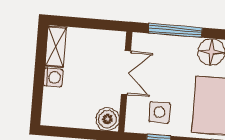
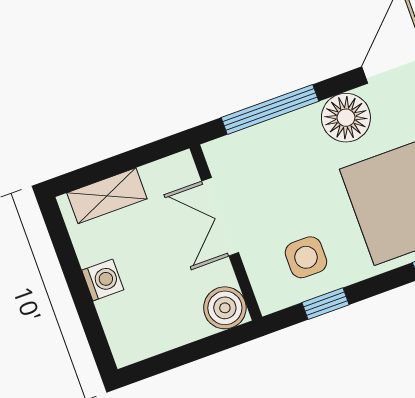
shelving: (56, 47) -> (107, 196), moved, turned 90
double door: (126, 73) -> (220, 217), swing flipped

